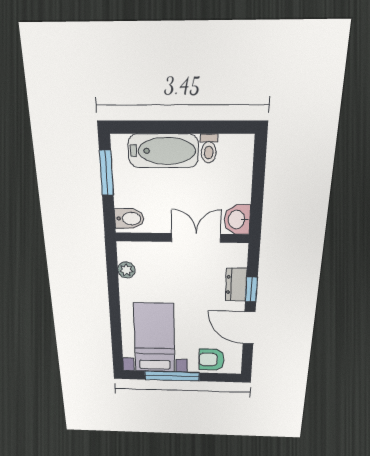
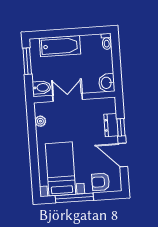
toilet: (209, 148) -> (107, 41), moved
double door: (196, 238) -> (68, 97), moved

